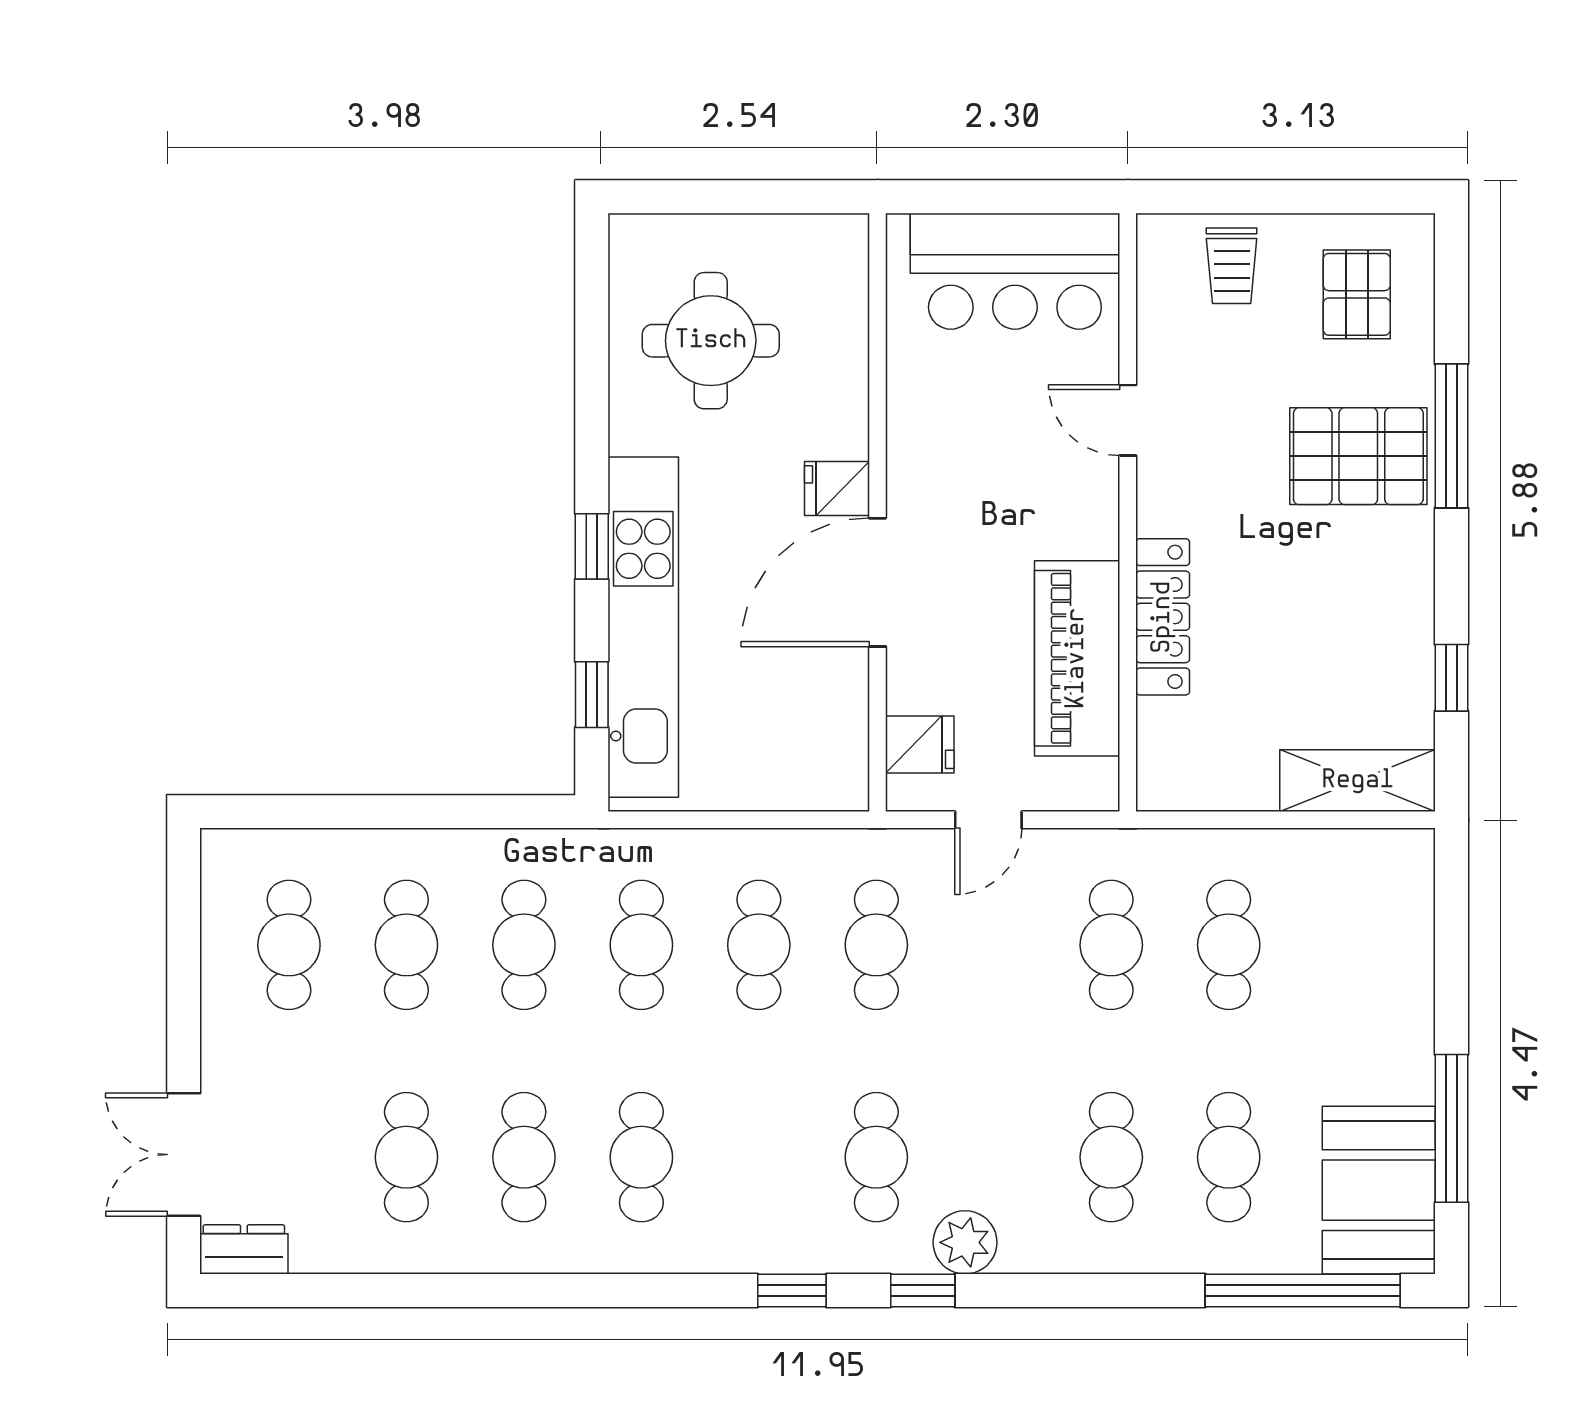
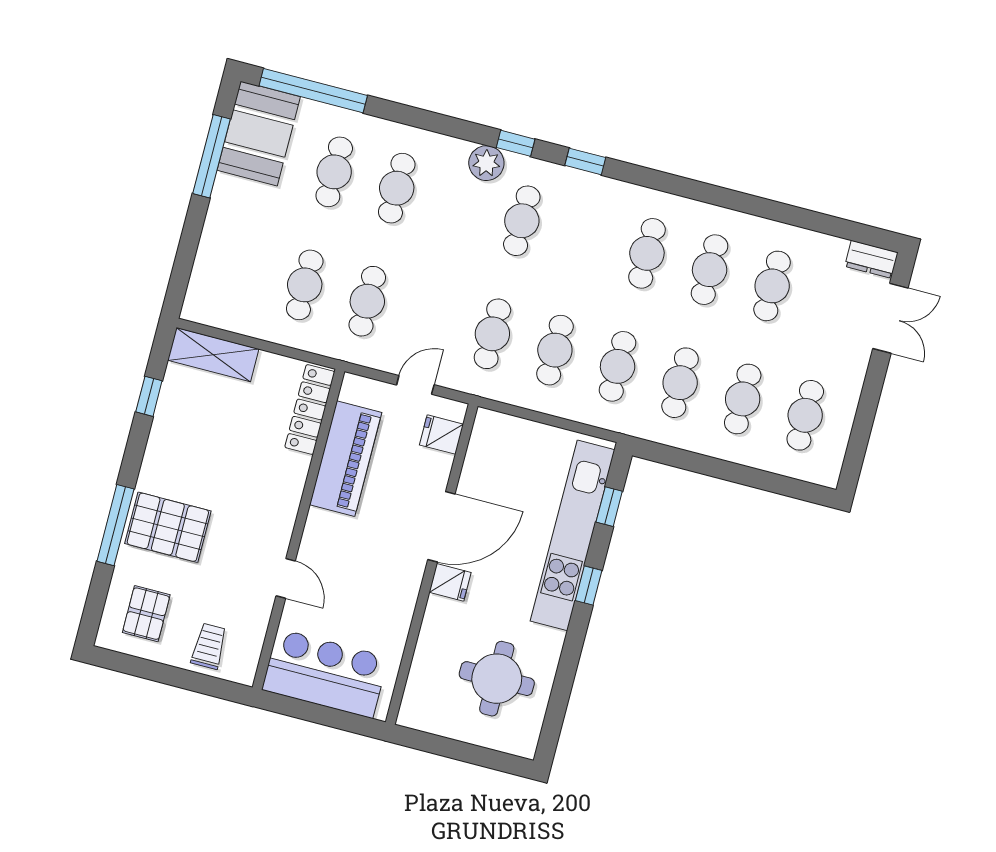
locker: (1163, 617) -> (310, 410), moved

